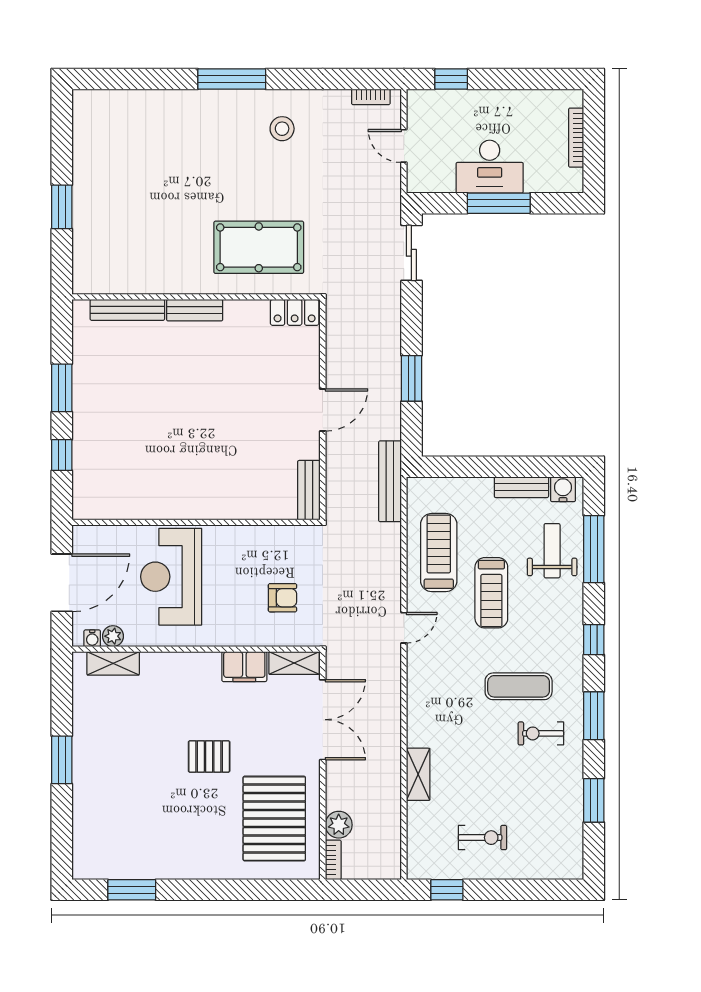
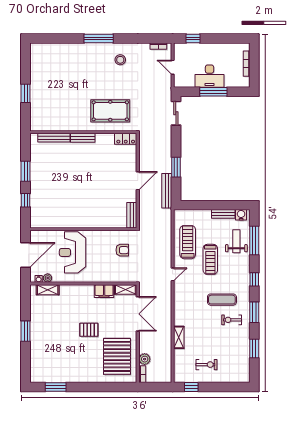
bench: (390, 481) -> (167, 191), moved
armchair: (282, 598) -> (122, 250), moved

